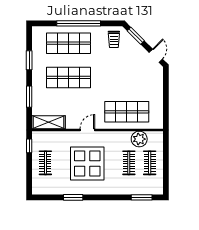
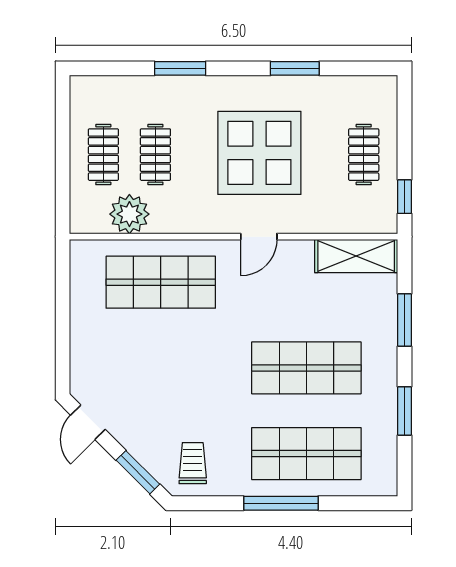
window: (79, 23) -> (281, 503), width x0.68
window: (142, 197) -> (180, 68), moved

